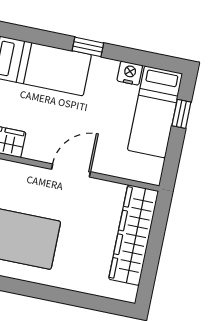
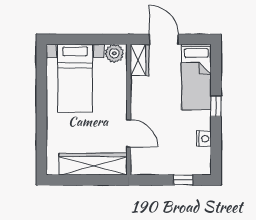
bed: (155, 112) -> (181, 161), removed
door: (71, 171) -> (129, 133), moved

